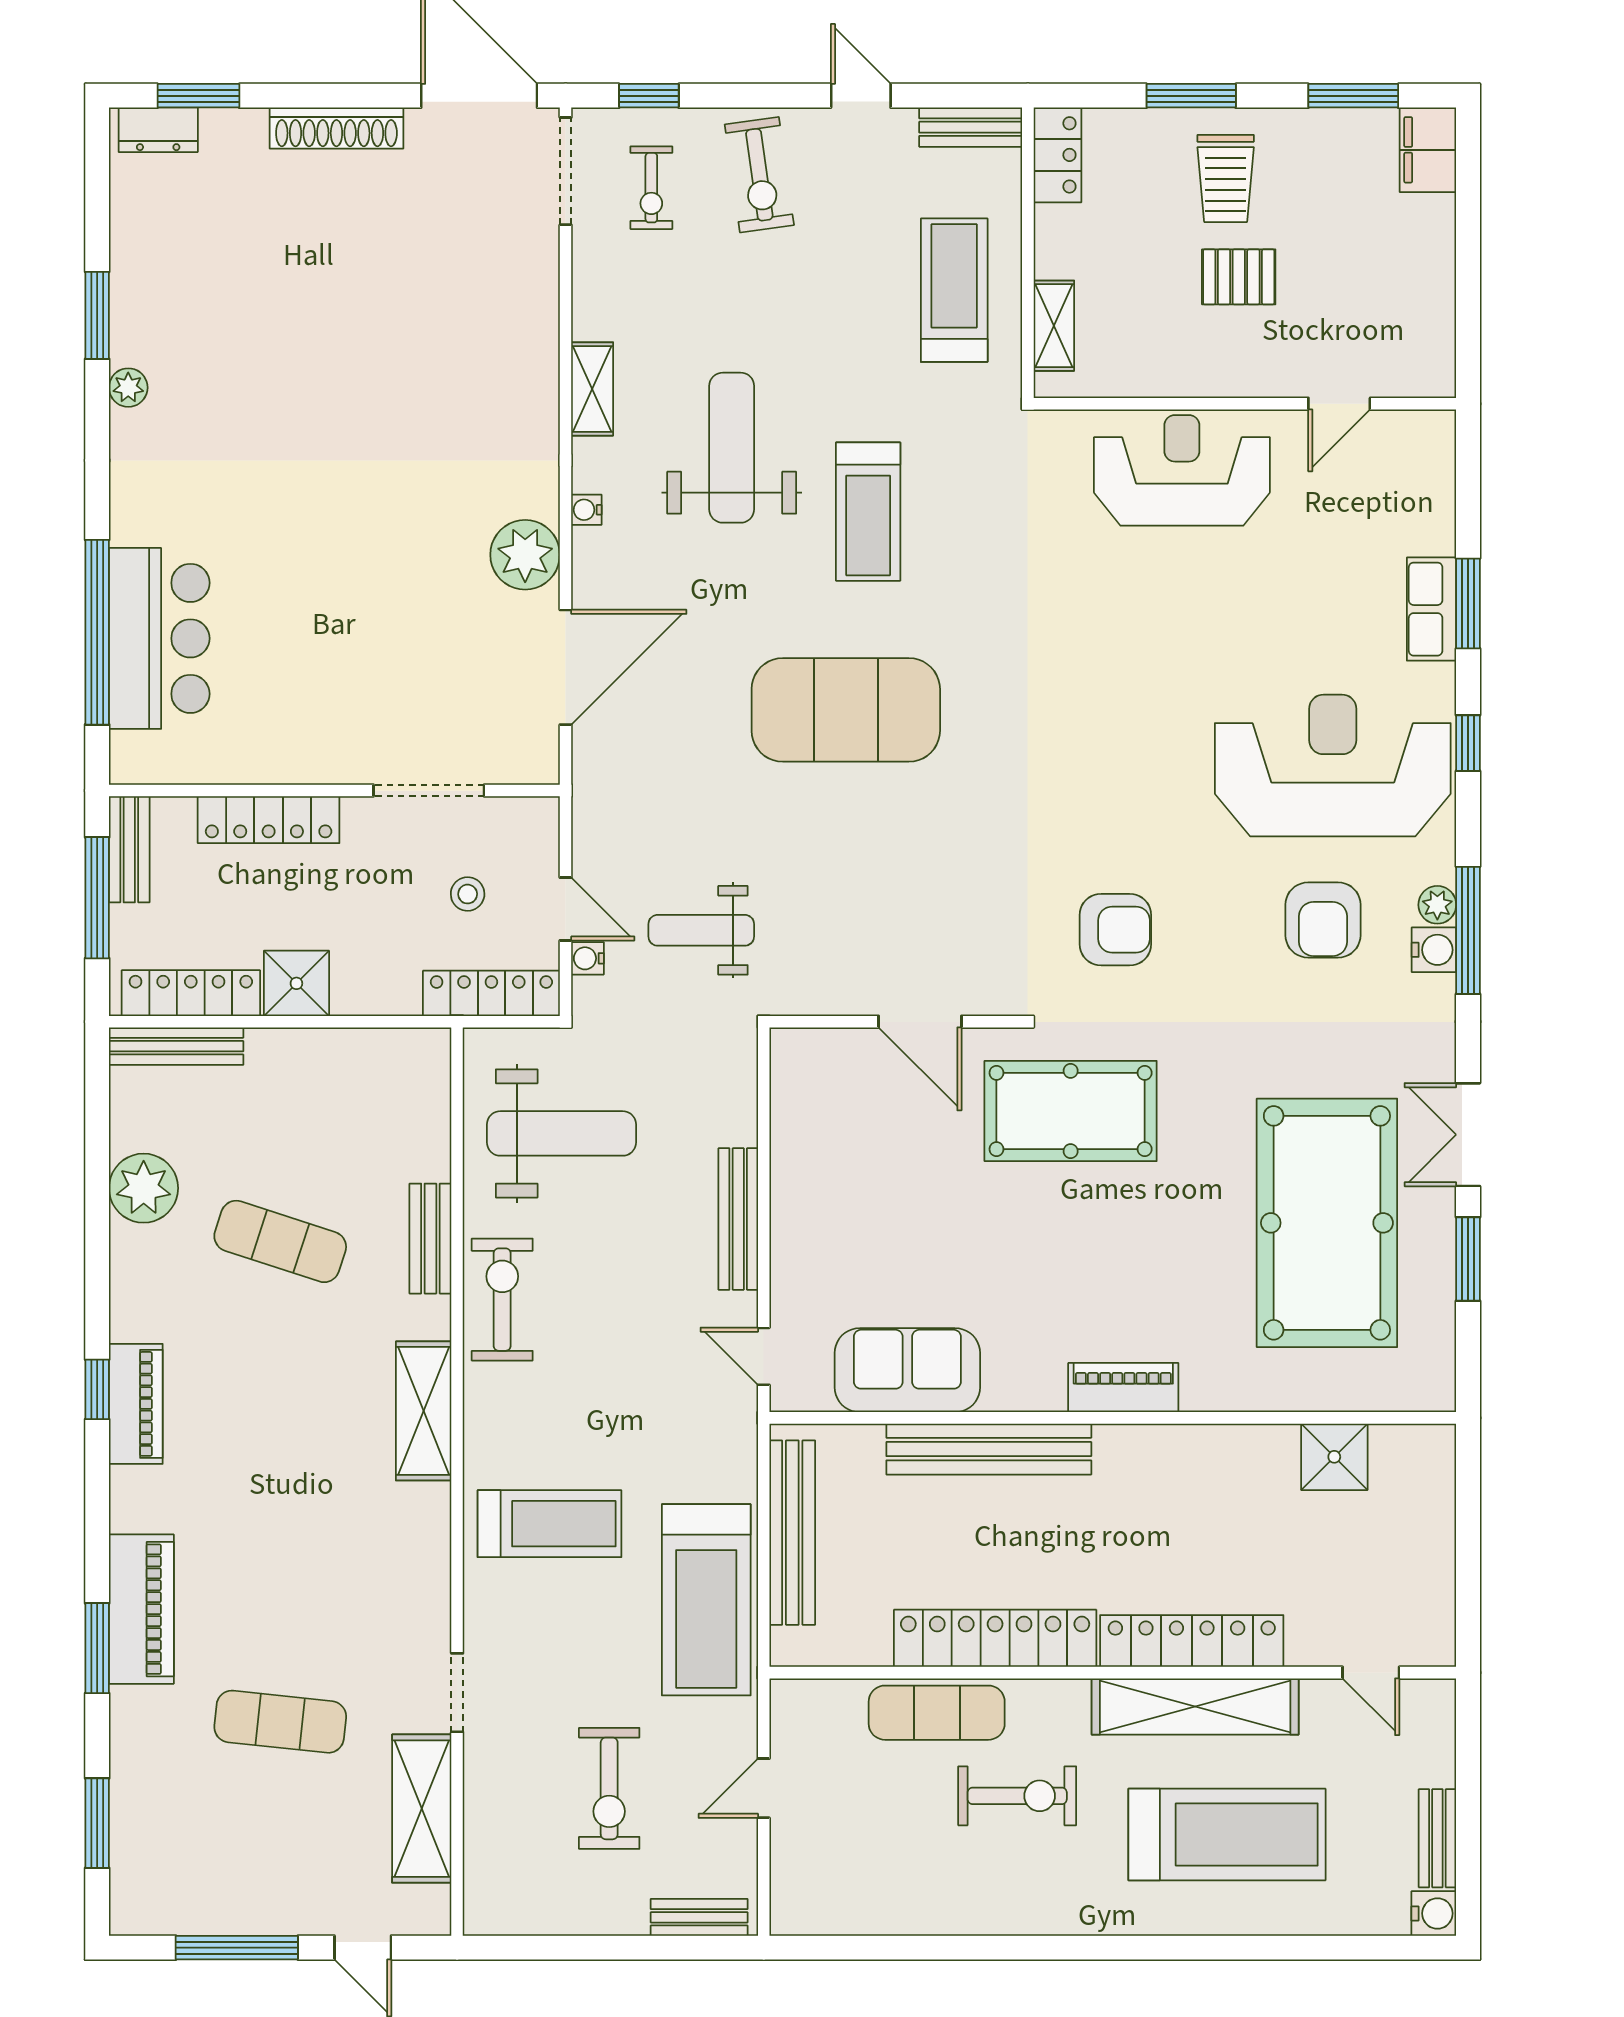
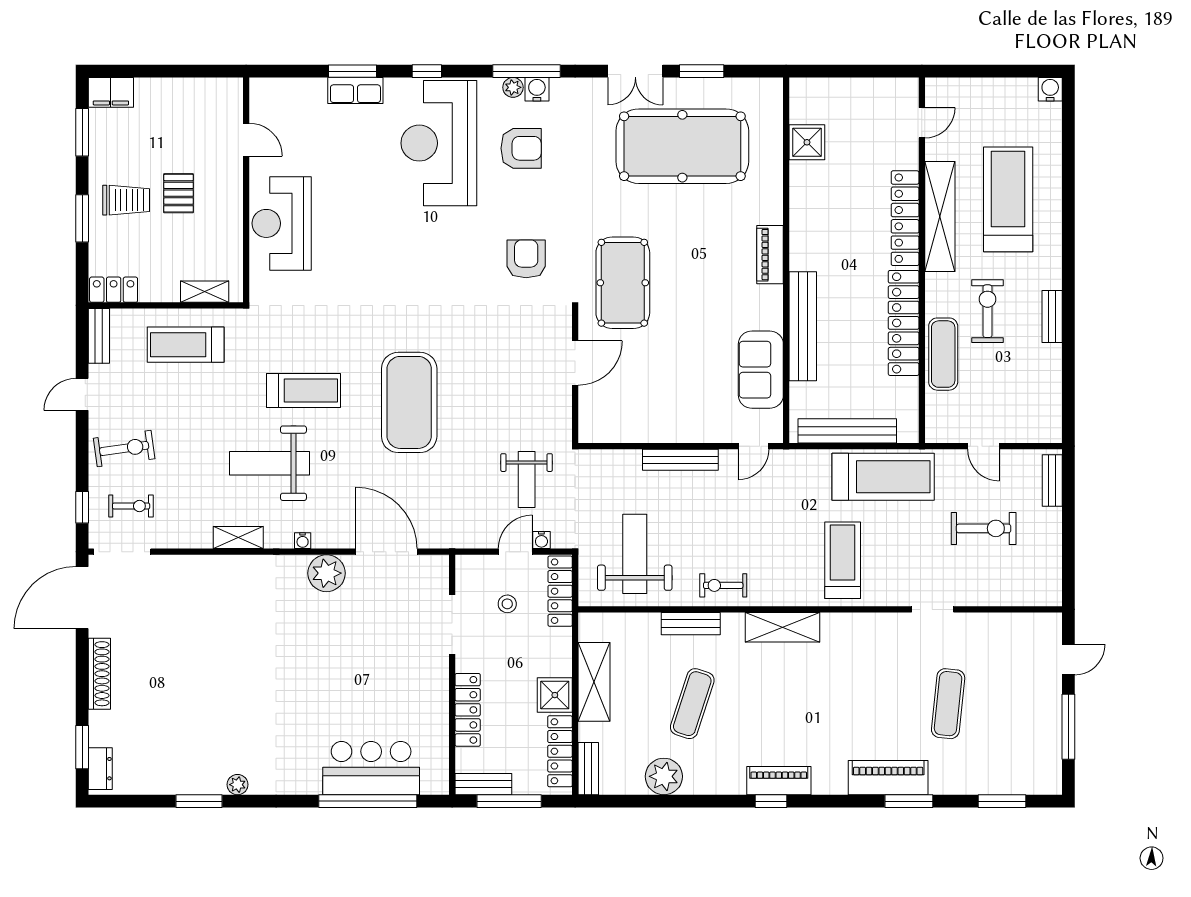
bench: (176, 1046) -> (588, 769), width x0.73
exercise bike: (502, 1300) -> (723, 585), width x0.73, depth x0.72
shelving: (422, 1809) -> (594, 682), moved, turned 90
bench: (1437, 1838) -> (1052, 316), moved, turned 90

